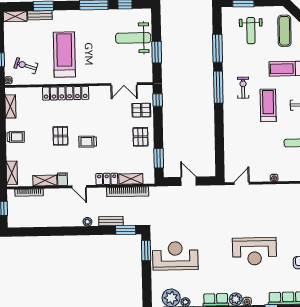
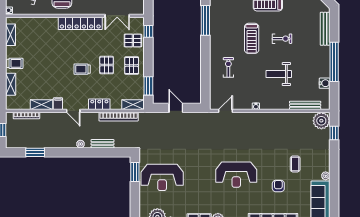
exercise bike: (243, 88) -> (228, 67), moved
locker: (66, 93) -> (80, 23), moved
treadmill: (268, 105) -> (252, 38), turned 180
pallet: (60, 136) -> (107, 65), moved
shelving: (12, 173) -> (11, 84), moved
shelving: (131, 179) -> (133, 105), moved
window: (126, 230) -> (35, 152), moved
reception desk: (175, 256) -> (162, 177), turned 180

